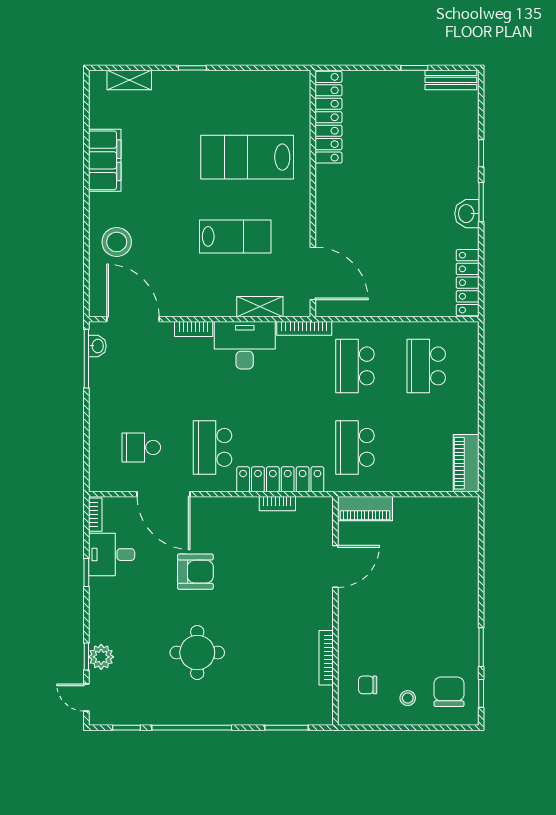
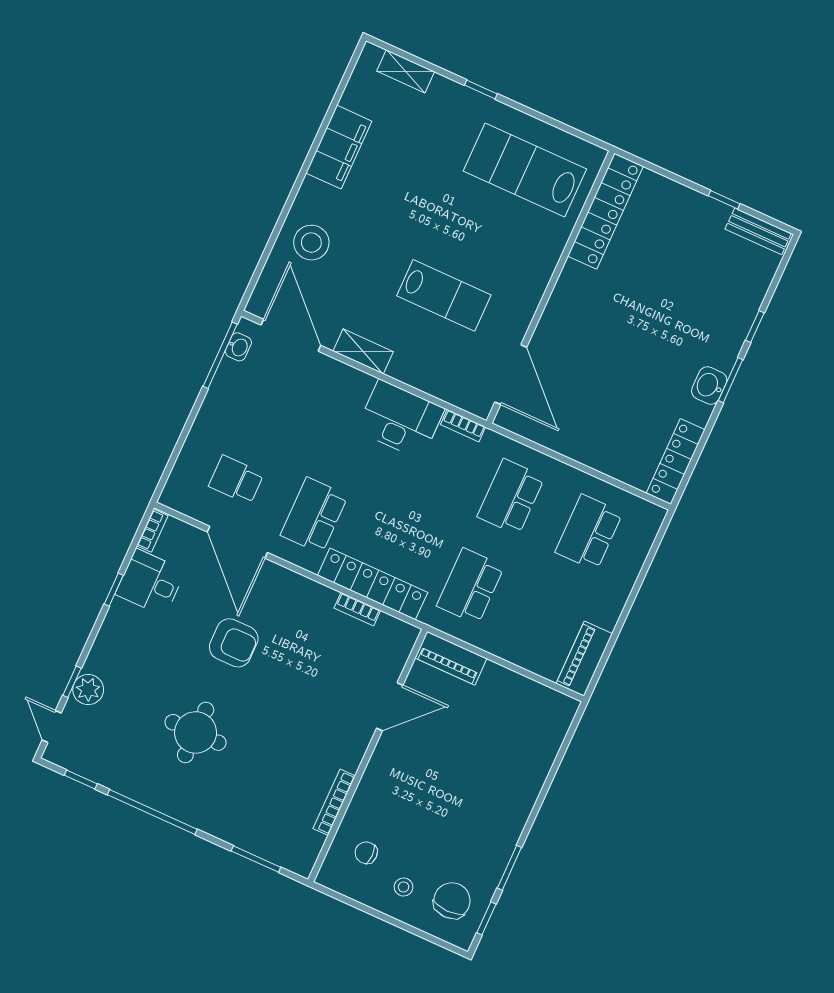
lab bench: (247, 157) -> (525, 170), moved
shelving: (260, 307) -> (363, 351), moved
bookcase: (304, 328) -> (463, 426), width x0.64
bookcase: (194, 329) -> (352, 376), removed

